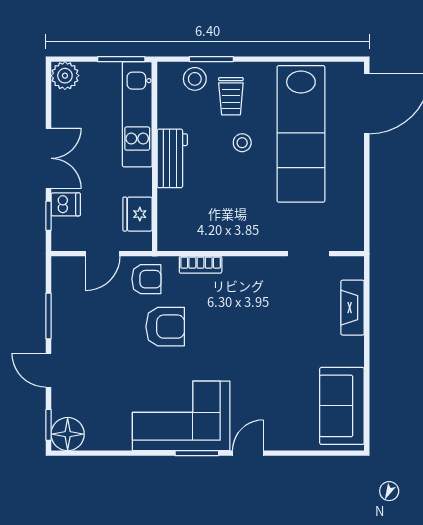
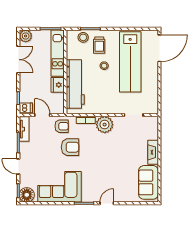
double door: (49, 158) -> (18, 60), moved
workbench: (172, 158) -> (75, 84), width x1.88, depth x1.32
dishwasher: (66, 204) -> (26, 108), moved
fridge: (137, 214) -> (58, 85), moved
door: (103, 254) -> (42, 115), swing flipped
plant: (243, 275) -> (105, 125), added
tv unit: (62, 286) -> (24, 129), added
fireplace: (353, 308) -> (153, 152), moved
corner sofa: (181, 416) -> (60, 187), moved

